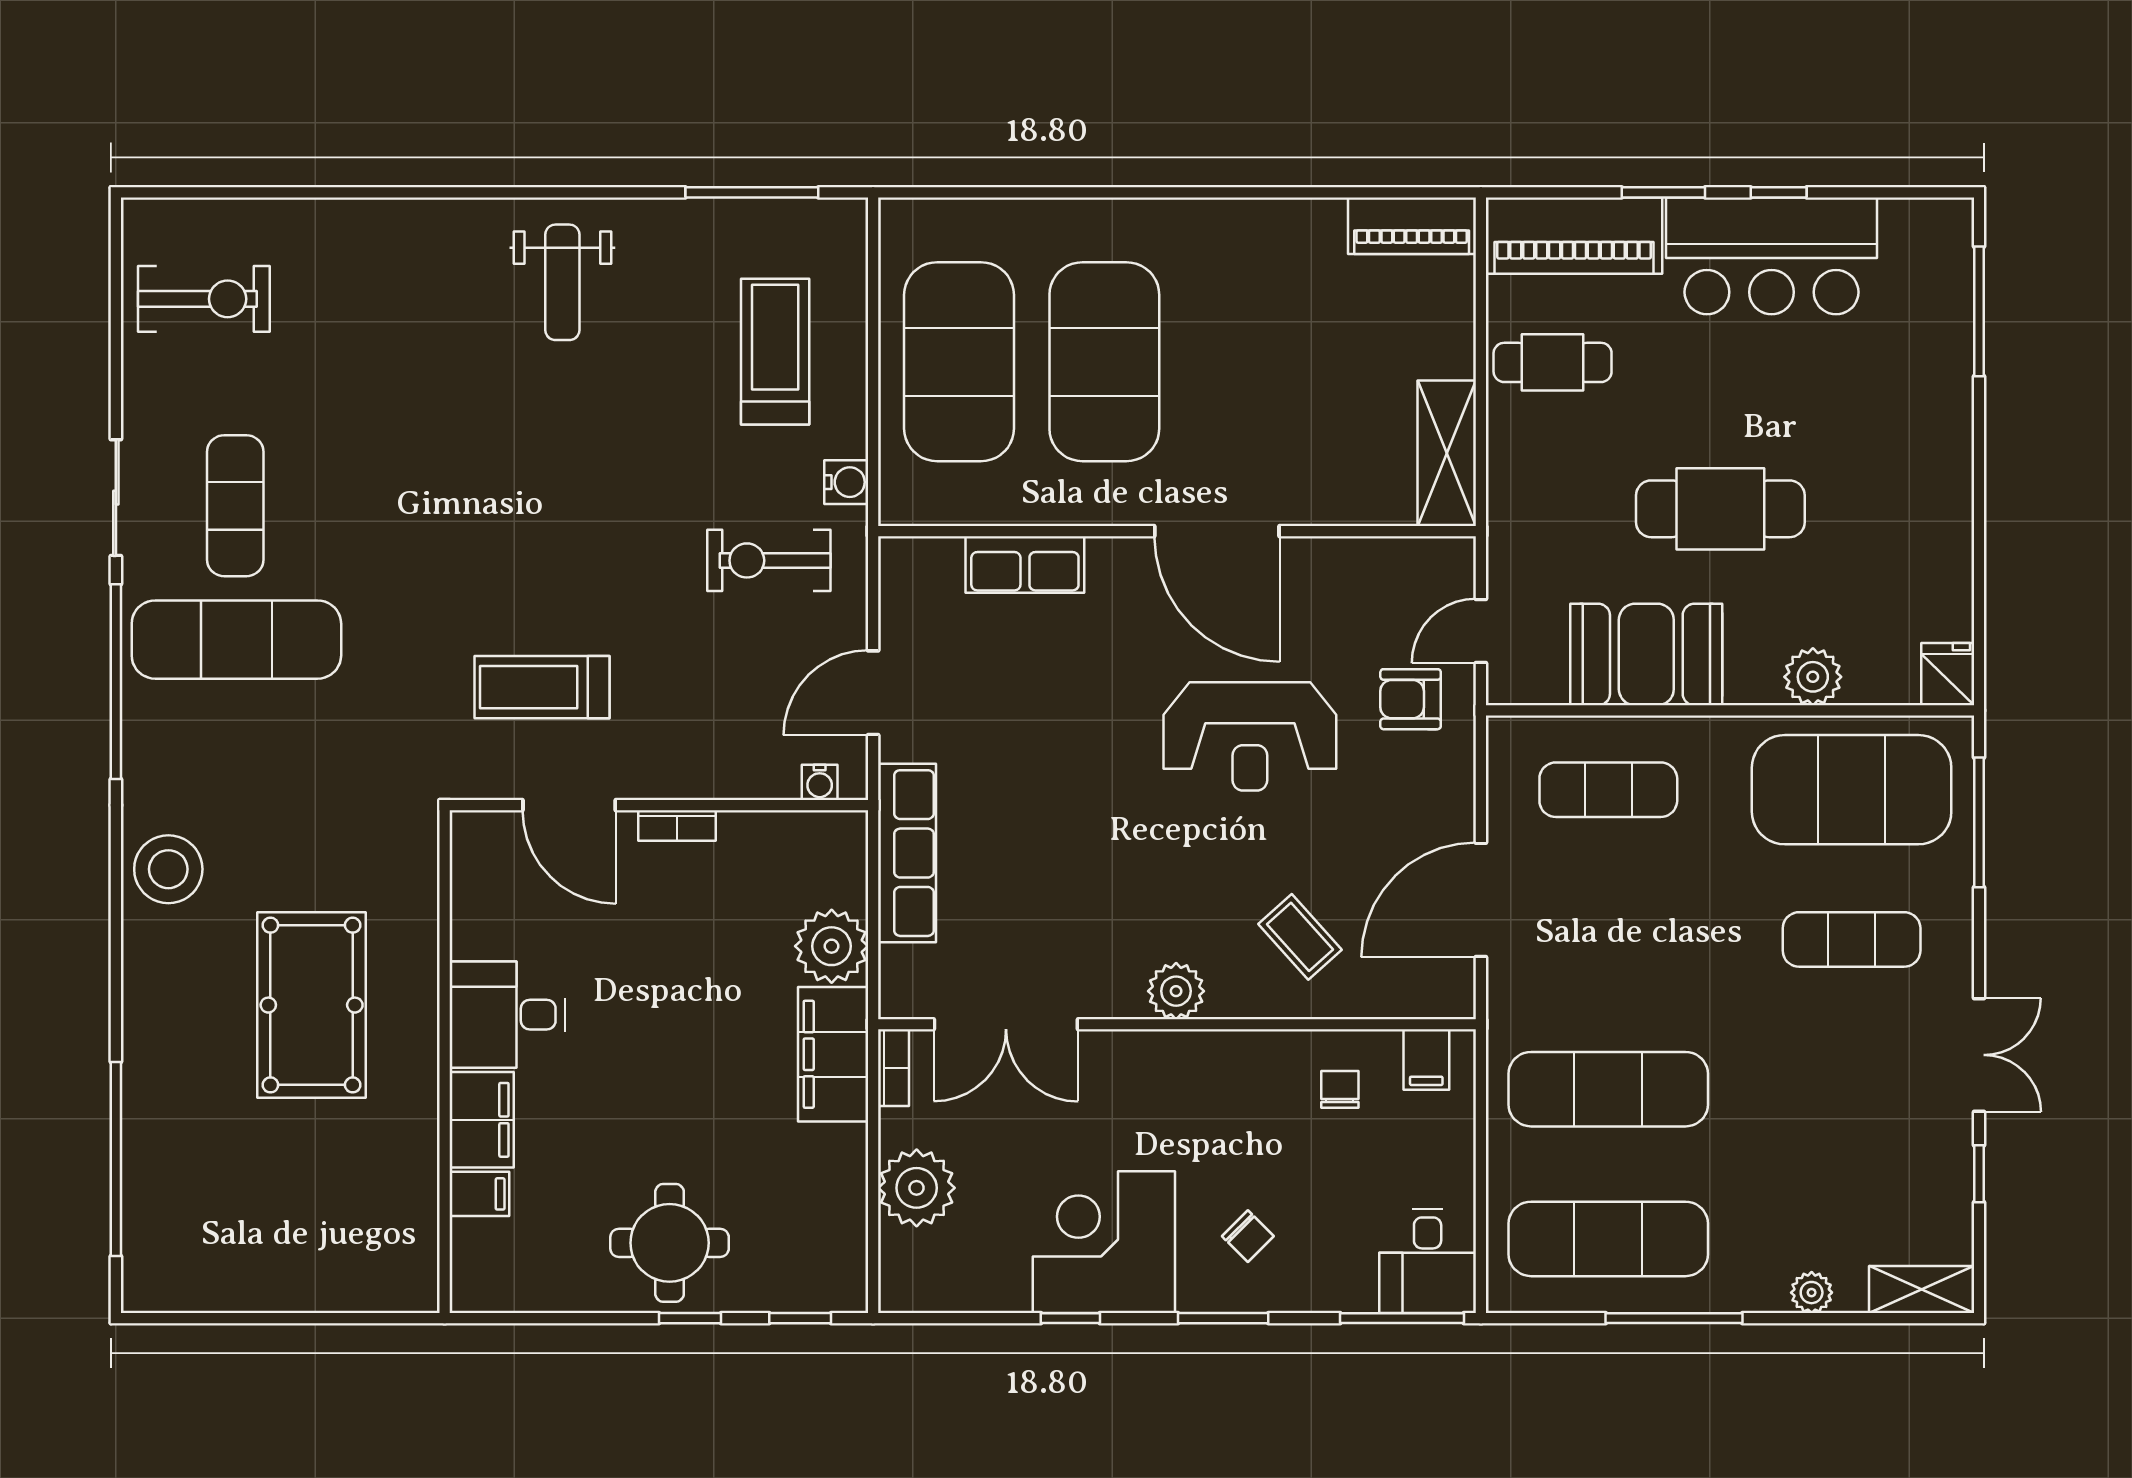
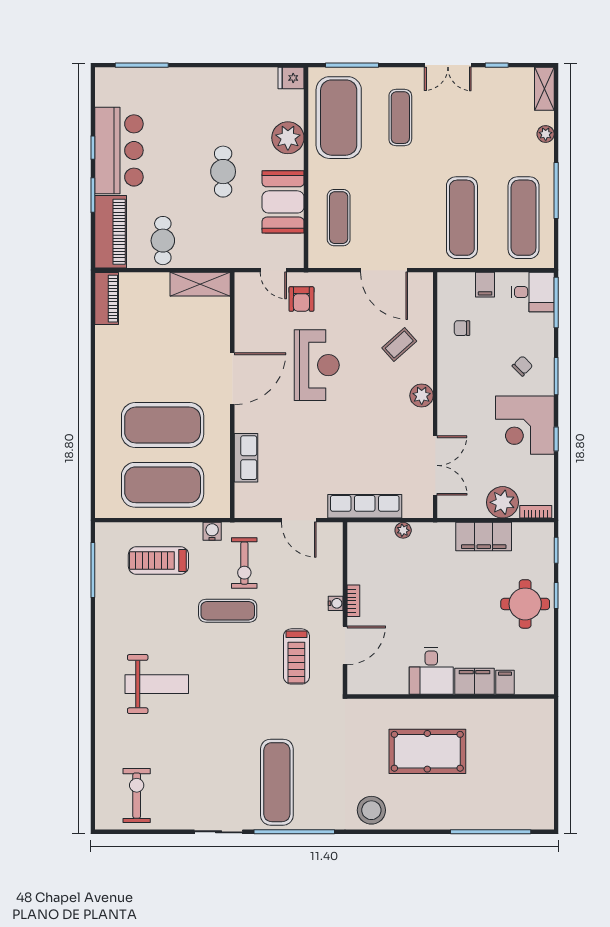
weight bench: (562, 282) -> (157, 684), moved, width x1.36, depth x1.33
exercise mat: (235, 506) -> (228, 611), moved
cafe table: (1720, 509) -> (223, 172), width x0.73, depth x0.74
plant: (1813, 677) -> (288, 138), width x1.36, depth x1.36
water cooler: (820, 782) -> (336, 603), moved
plant: (832, 946) -> (403, 530), width x0.53, depth x0.53
filing cabinet: (833, 1054) -> (484, 537), moved
double door: (1979, 1055) -> (448, 65), swing flipped
filing cabinet: (1426, 1060) -> (485, 285), moved, turned 90
bookcase: (893, 1068) -> (536, 512), moved

